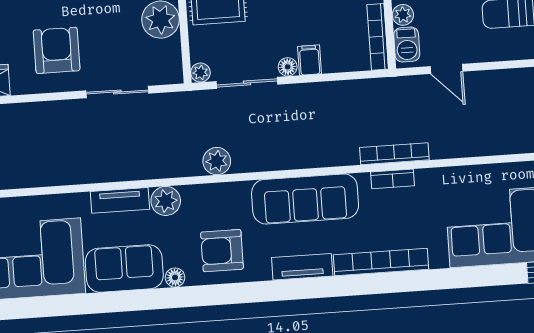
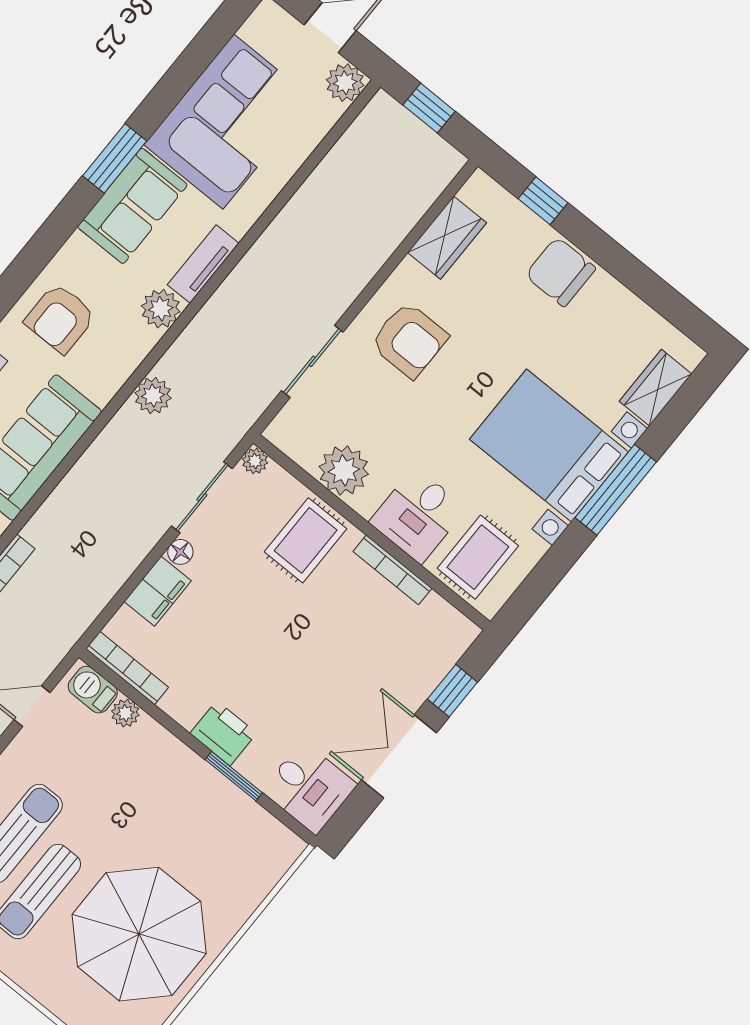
filing cabinet: (310, 60) -> (158, 591), width x2.00
armchair: (222, 251) -> (60, 318), turned 180
floor lamp: (175, 277) -> (77, 247), removed
window: (108, 302) -> (115, 158), added

